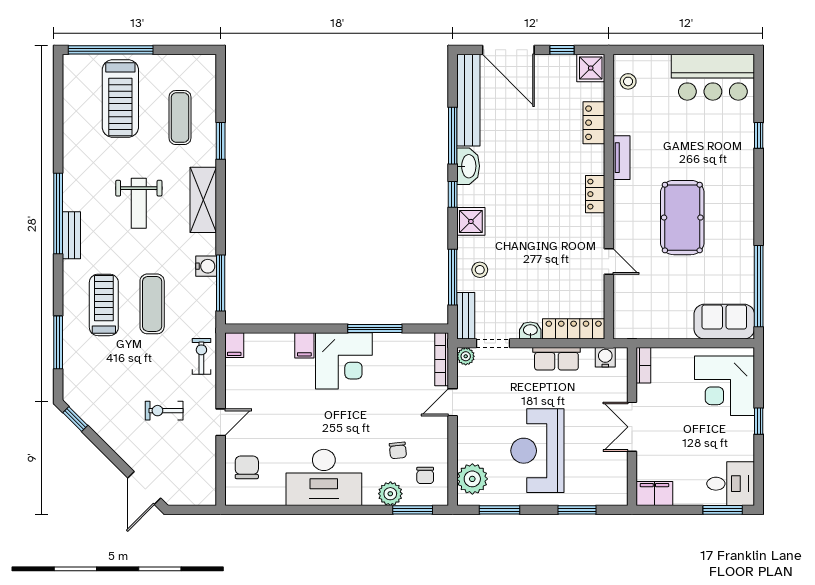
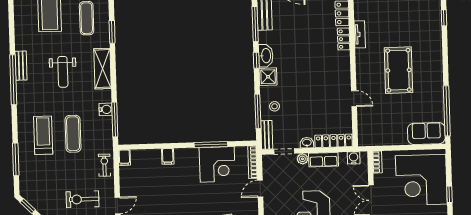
washbasin: (468, 166) -> (266, 56), moved
locker: (595, 194) -> (344, 39), moved
bench: (71, 235) -> (21, 66), moved
plant: (466, 356) -> (302, 159), moved
corner desk: (344, 361) -> (217, 164), moved
corner desk: (725, 386) -> (421, 180), width x1.36, depth x1.36
exercise bike: (164, 411) -> (83, 199), width x1.38, depth x1.39

